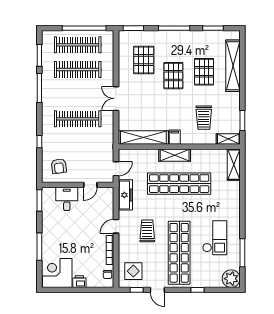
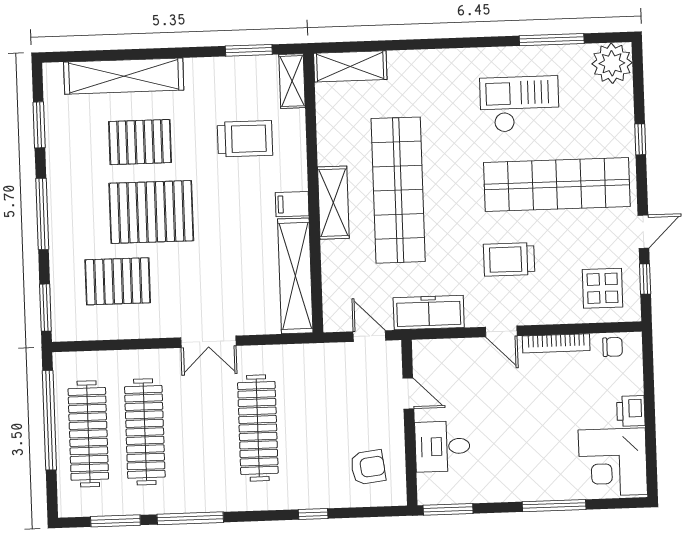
pallet: (173, 76) -> (151, 212), width x1.37, depth x1.41

